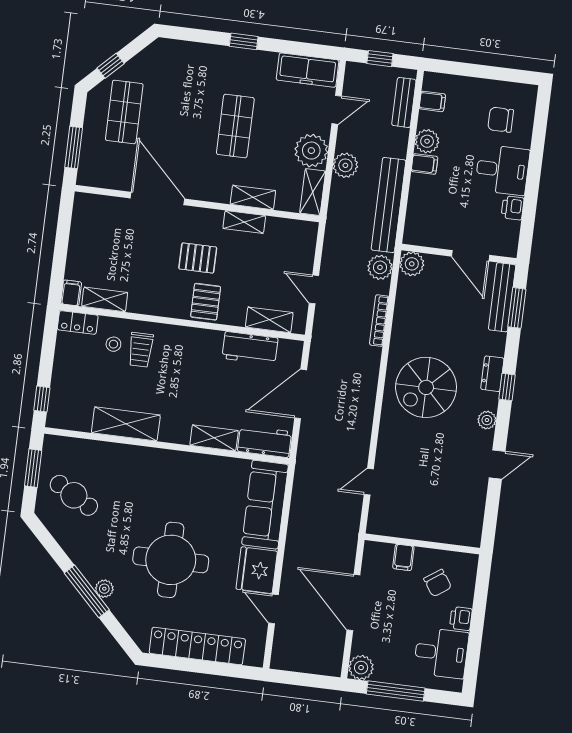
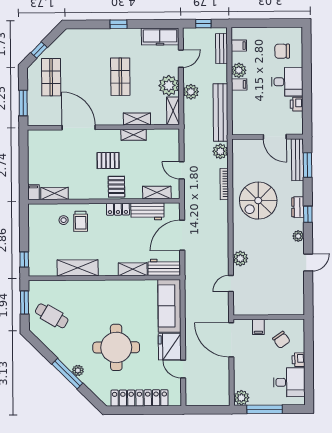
plant: (412, 264) -> (240, 258), moved
locker: (78, 322) -> (118, 209), moved
spiral stairs: (426, 387) -> (258, 201), moved
door: (353, 602) -> (231, 340), moved

